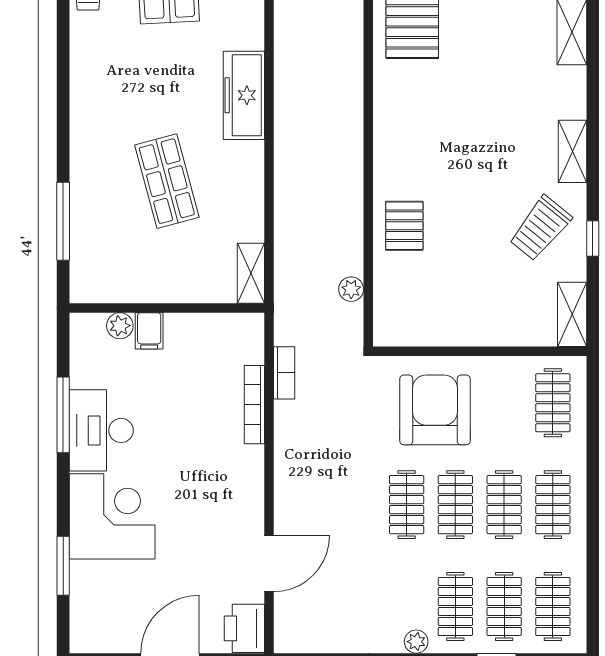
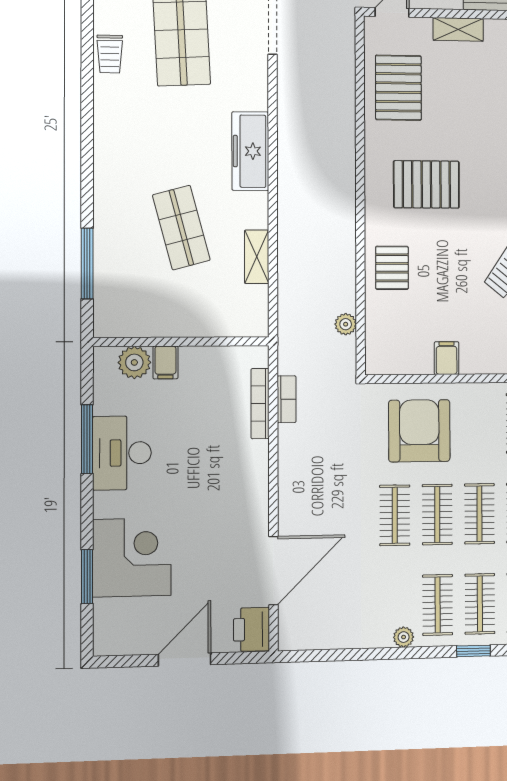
pallet: (444, 131) -> (426, 184), added
shelving: (251, 273) -> (257, 257), moved
plant: (120, 326) -> (134, 362), width x1.38, depth x1.38
filing cabinet: (467, 328) -> (447, 358), added
bookcase: (254, 405) -> (260, 404), moved
corner desk: (112, 516) -> (132, 557), moved
door: (269, 564) -> (273, 571), width x1.36

